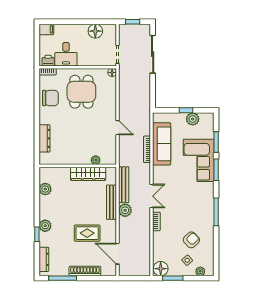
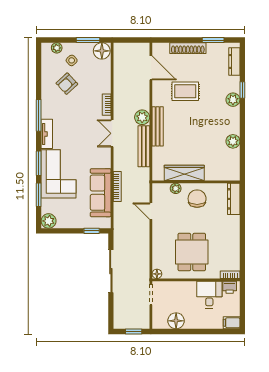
sliding door: (153, 54) -> (111, 271), moved
chair: (50, 98) -> (197, 199), moved, turned 90
window: (186, 110) -> (92, 231), moved
plant: (193, 119) -> (49, 221), moved
plant: (96, 160) -> (176, 188), moved
wall: (78, 166) -> (196, 182), moved
wardrobe: (88, 174) -> (184, 173), moved
tv unit: (209, 196) -> (47, 134), added
window: (63, 278) -> (213, 40), width x0.69

